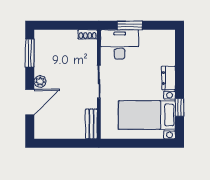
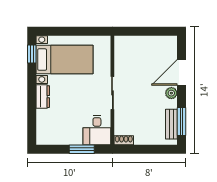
desk: (120, 45) -> (97, 130), width x0.73
window: (180, 107) -> (32, 54), moved
bench: (91, 124) -> (171, 124), moved

